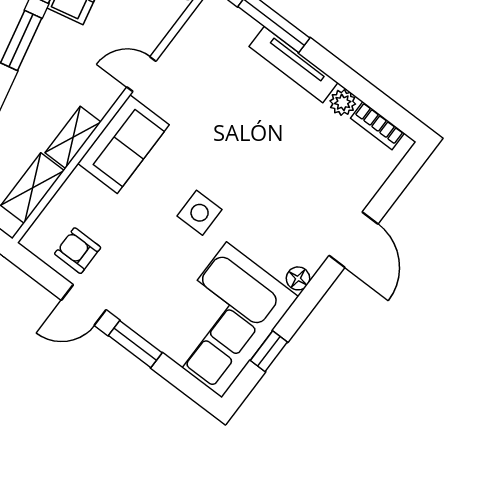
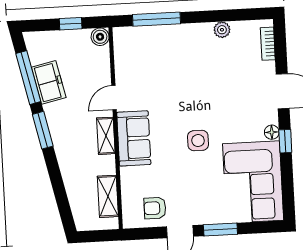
tv unit: (294, 65) -> (183, 32), removed
bookcase: (377, 126) -> (268, 44), moved, turned 90
shelving: (73, 137) -> (106, 136), moved
window: (269, 351) -> (285, 141), moved

